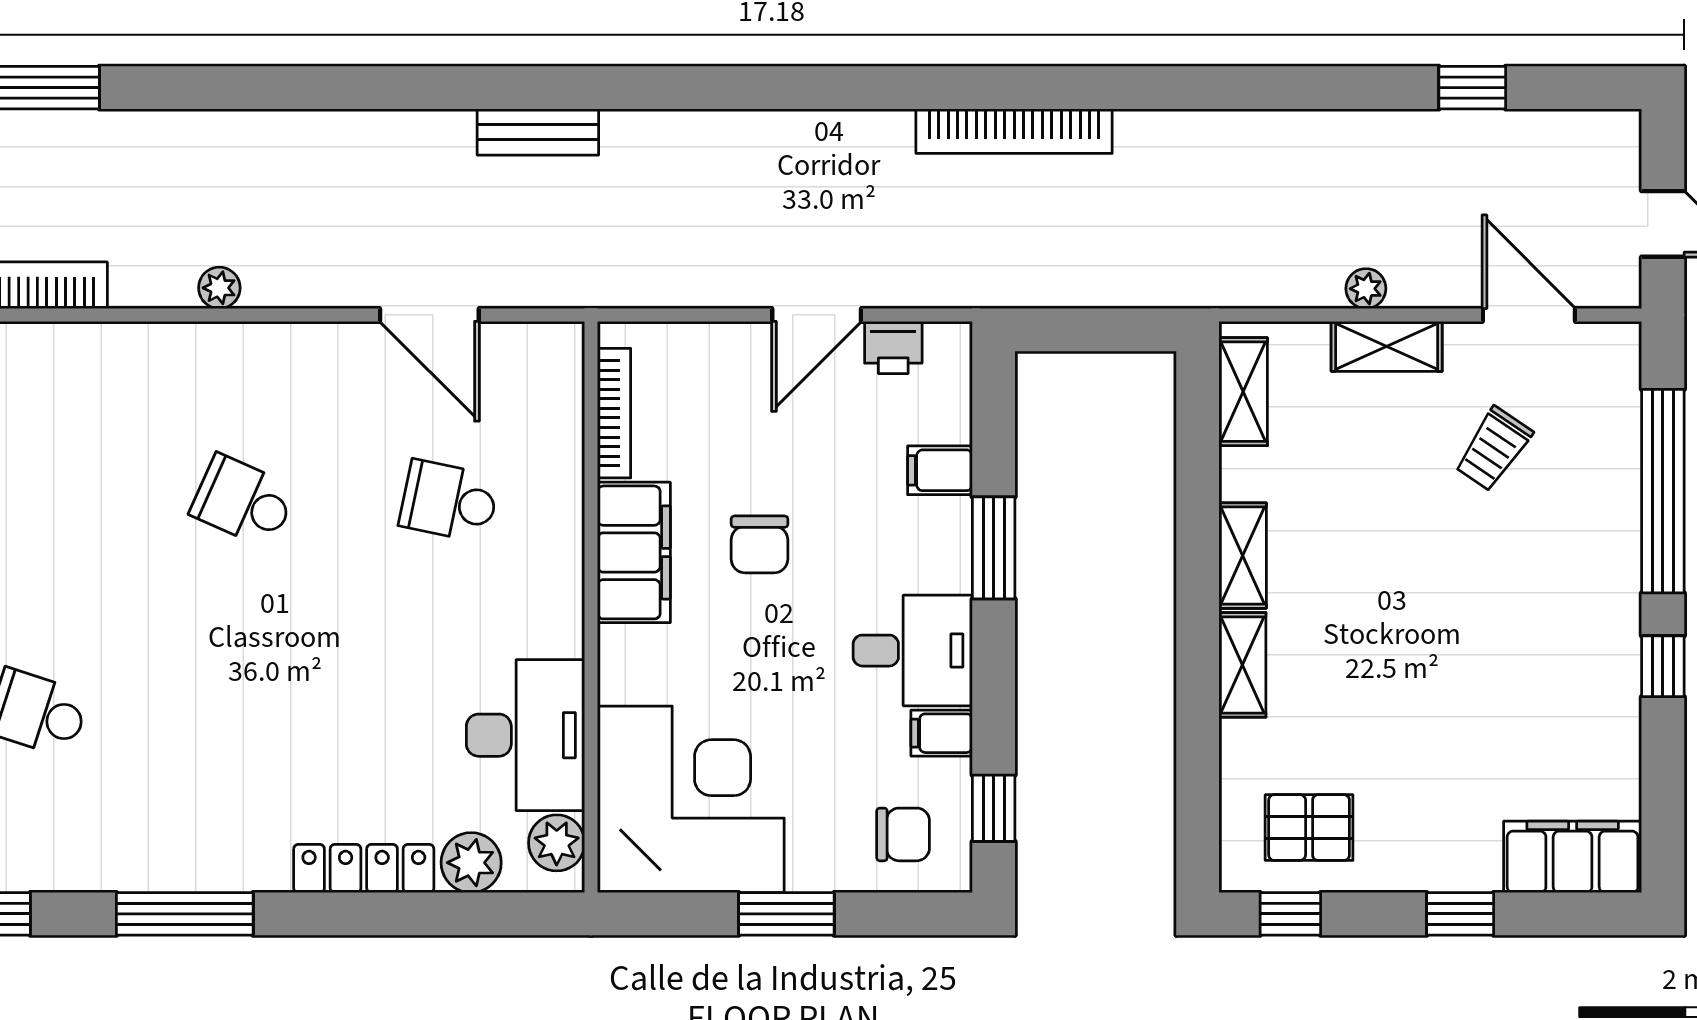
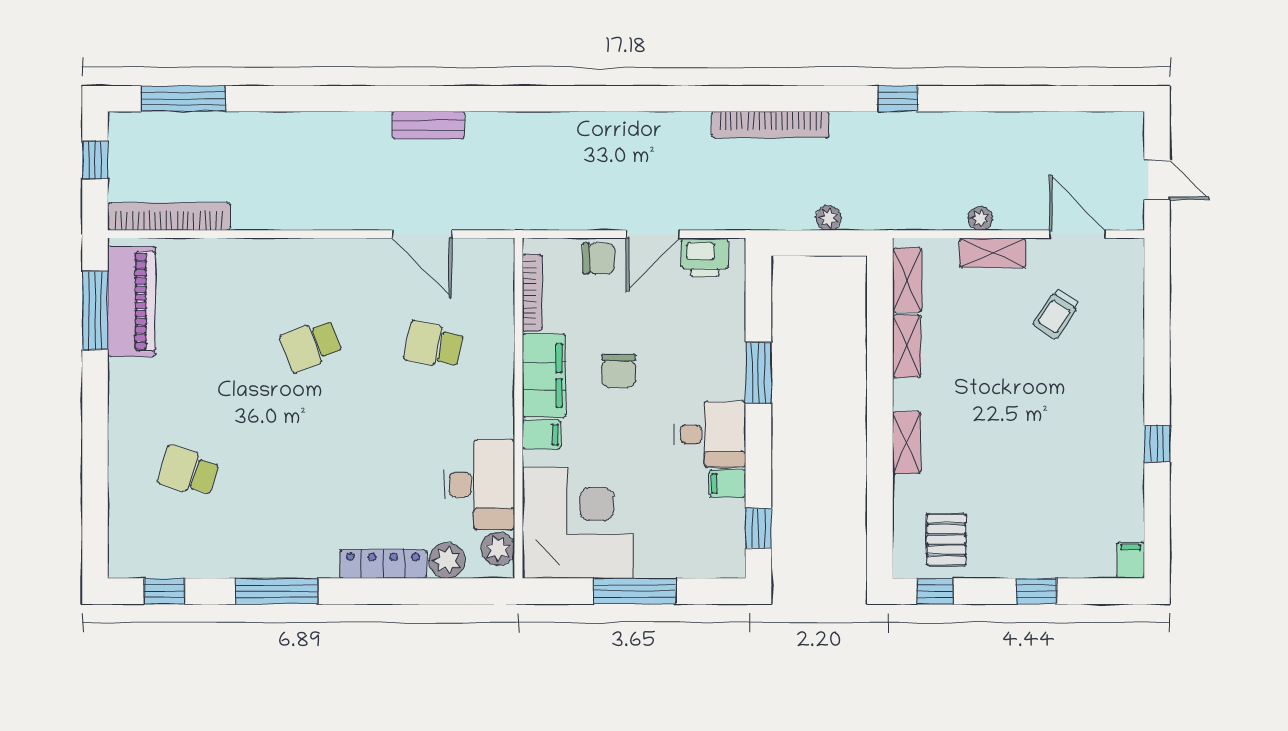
window: (1472, 88) -> (898, 99), moved
bench: (538, 132) -> (428, 125), moved
plant: (219, 288) -> (828, 218), moved
printer: (893, 347) -> (705, 257), width x1.36, depth x1.24
filing cabinet: (940, 470) -> (542, 435), moved, turned 180
window: (1663, 491) -> (1157, 339), removed
school desk: (243, 501) -> (311, 345), turned -45
shelving: (1243, 556) -> (907, 346), moved
pallet: (1309, 828) -> (946, 540), turned 90
chair: (903, 834) -> (599, 258), moved
filing cabinet: (1573, 857) -> (1131, 560), width x0.33, depth x0.86
window: (786, 914) -> (635, 591), width x1.44

